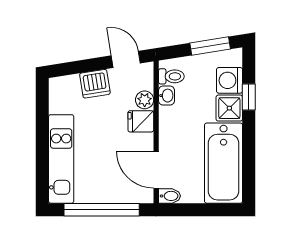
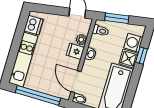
window: (210, 46) -> (117, 18), moved
dishwasher: (95, 84) -> (34, 25), moved, turned -81
washbasin: (167, 96) -> (91, 54), moved

